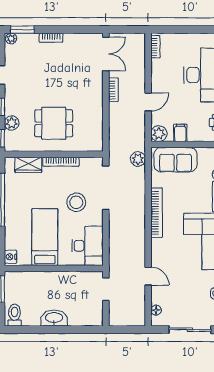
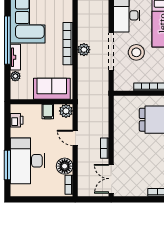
floor lamp: (160, 69) -> (65, 166), added
door: (148, 102) -> (75, 138), hinge flipped
plant: (138, 159) -> (84, 50), moved
doorway: (106, 188) -> (111, 51), moved

